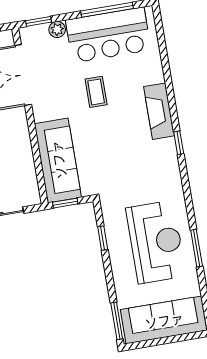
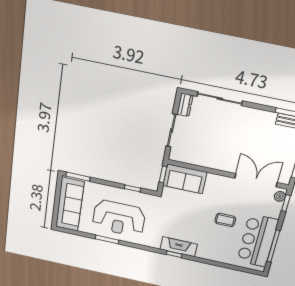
plant: (57, 29) -> (280, 196), moved
fireplace: (159, 111) -> (179, 247), moved
sofa: (58, 160) -> (185, 179), width x0.73

